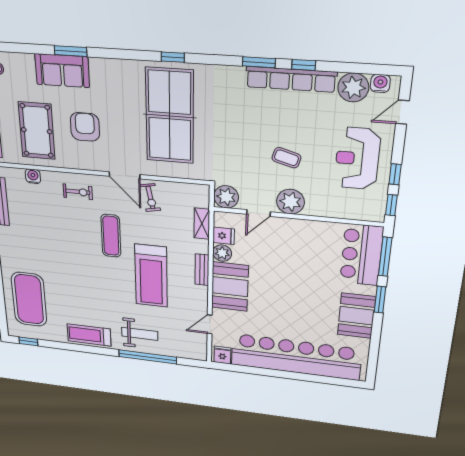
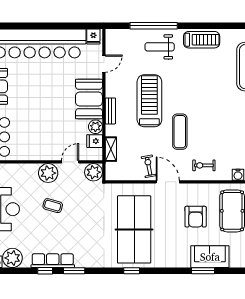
row of seats: (291, 79) -> (53, 261), width x0.73

